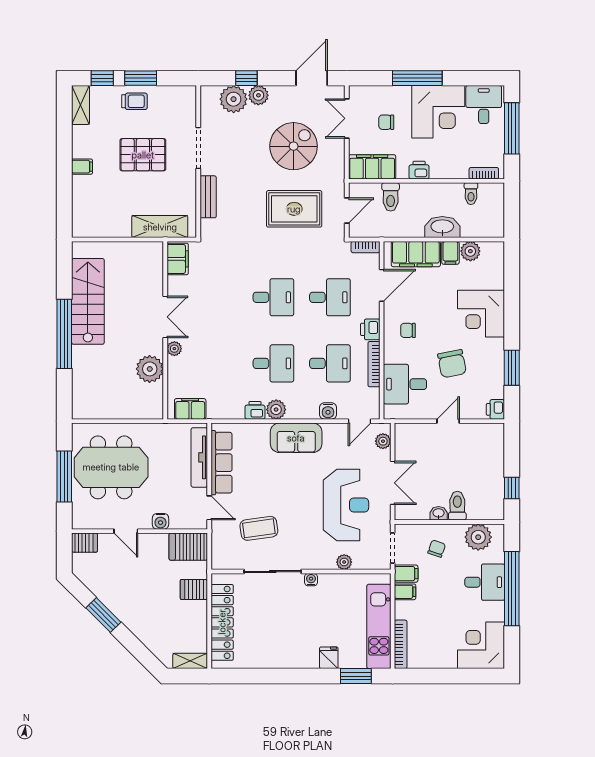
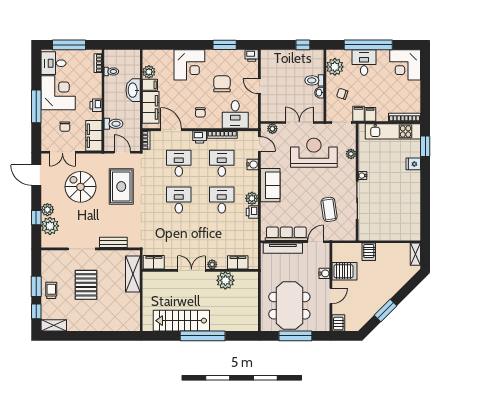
filing cabinet: (82, 167) -> (94, 324), removed
chair: (452, 364) -> (222, 84), turned -79
filing cabinet: (190, 409) -> (238, 262), moved, turned 90
server rack: (188, 547) -> (345, 271), moved, turned -90
locker: (222, 622) -> (390, 233), removed

